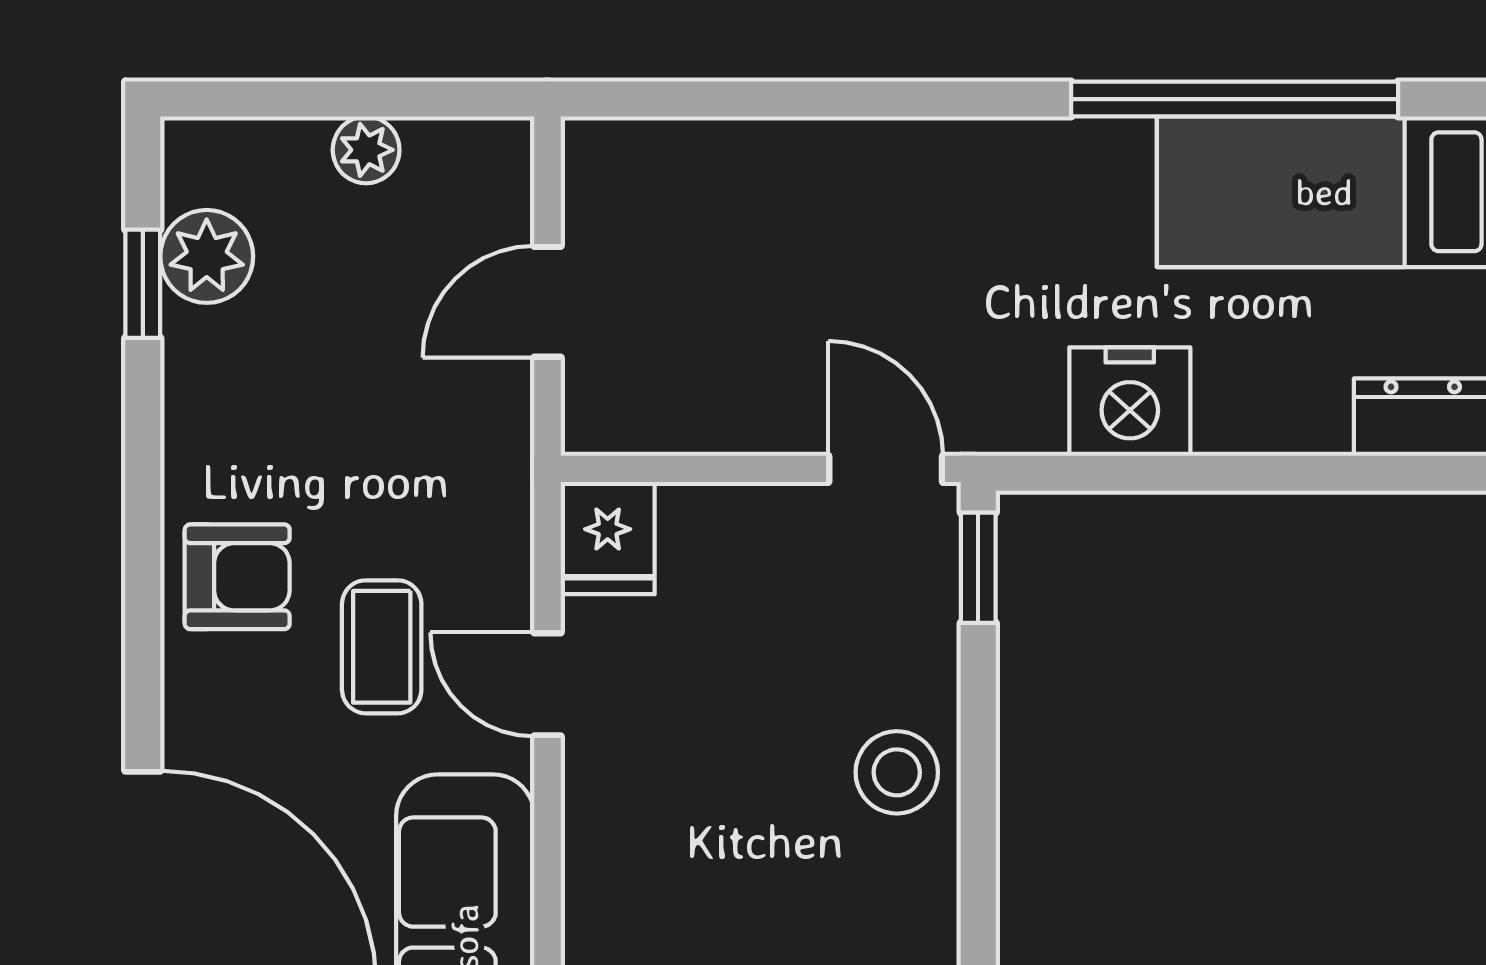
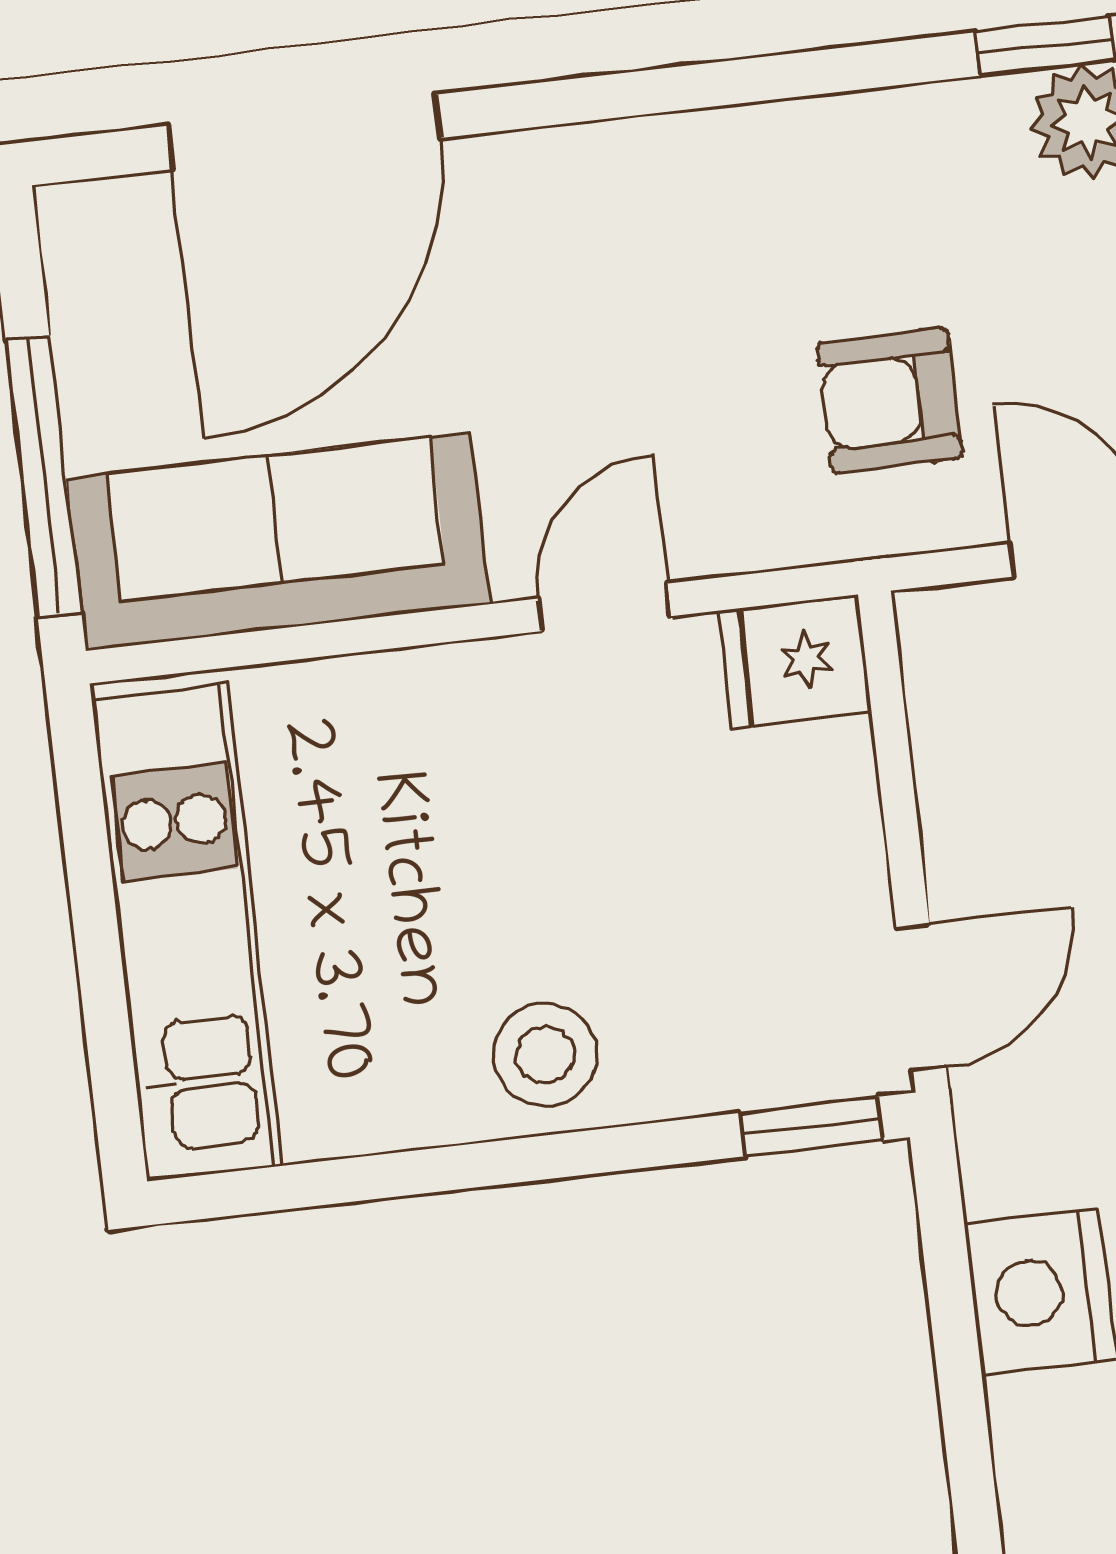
armchair: (237, 577) -> (890, 401), moved, turned 90
coffee table: (382, 647) -> (627, 396), removed

